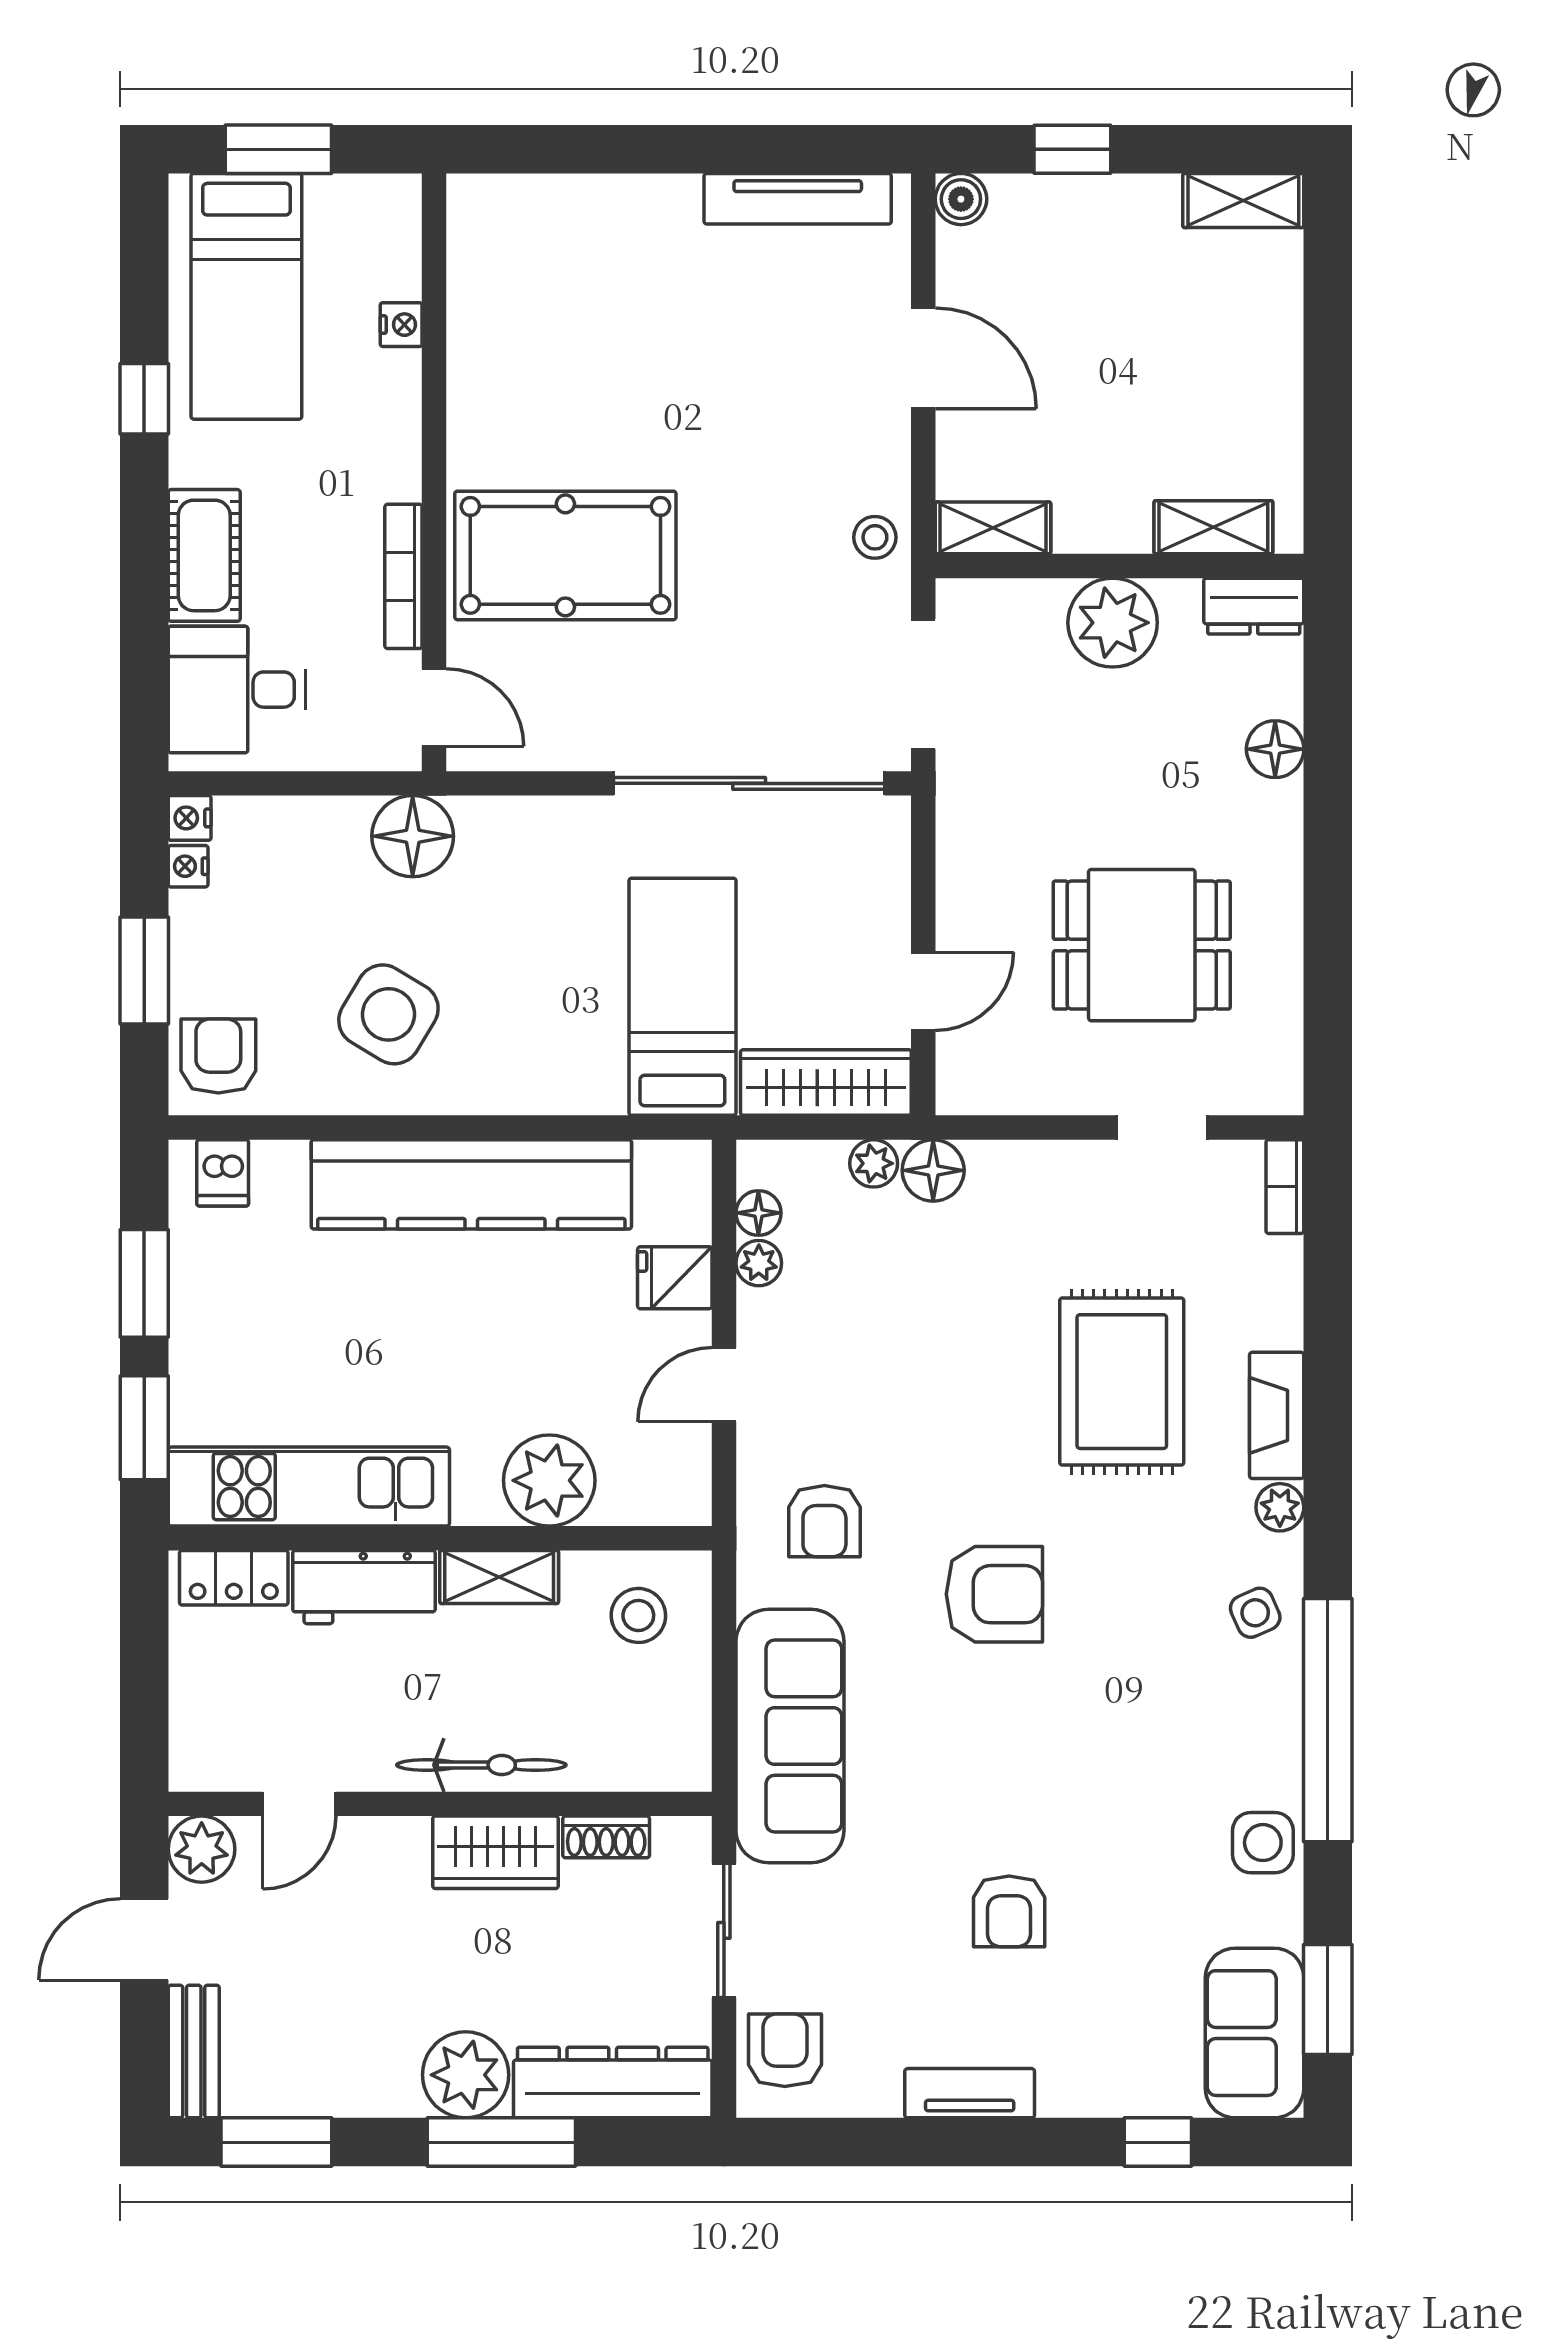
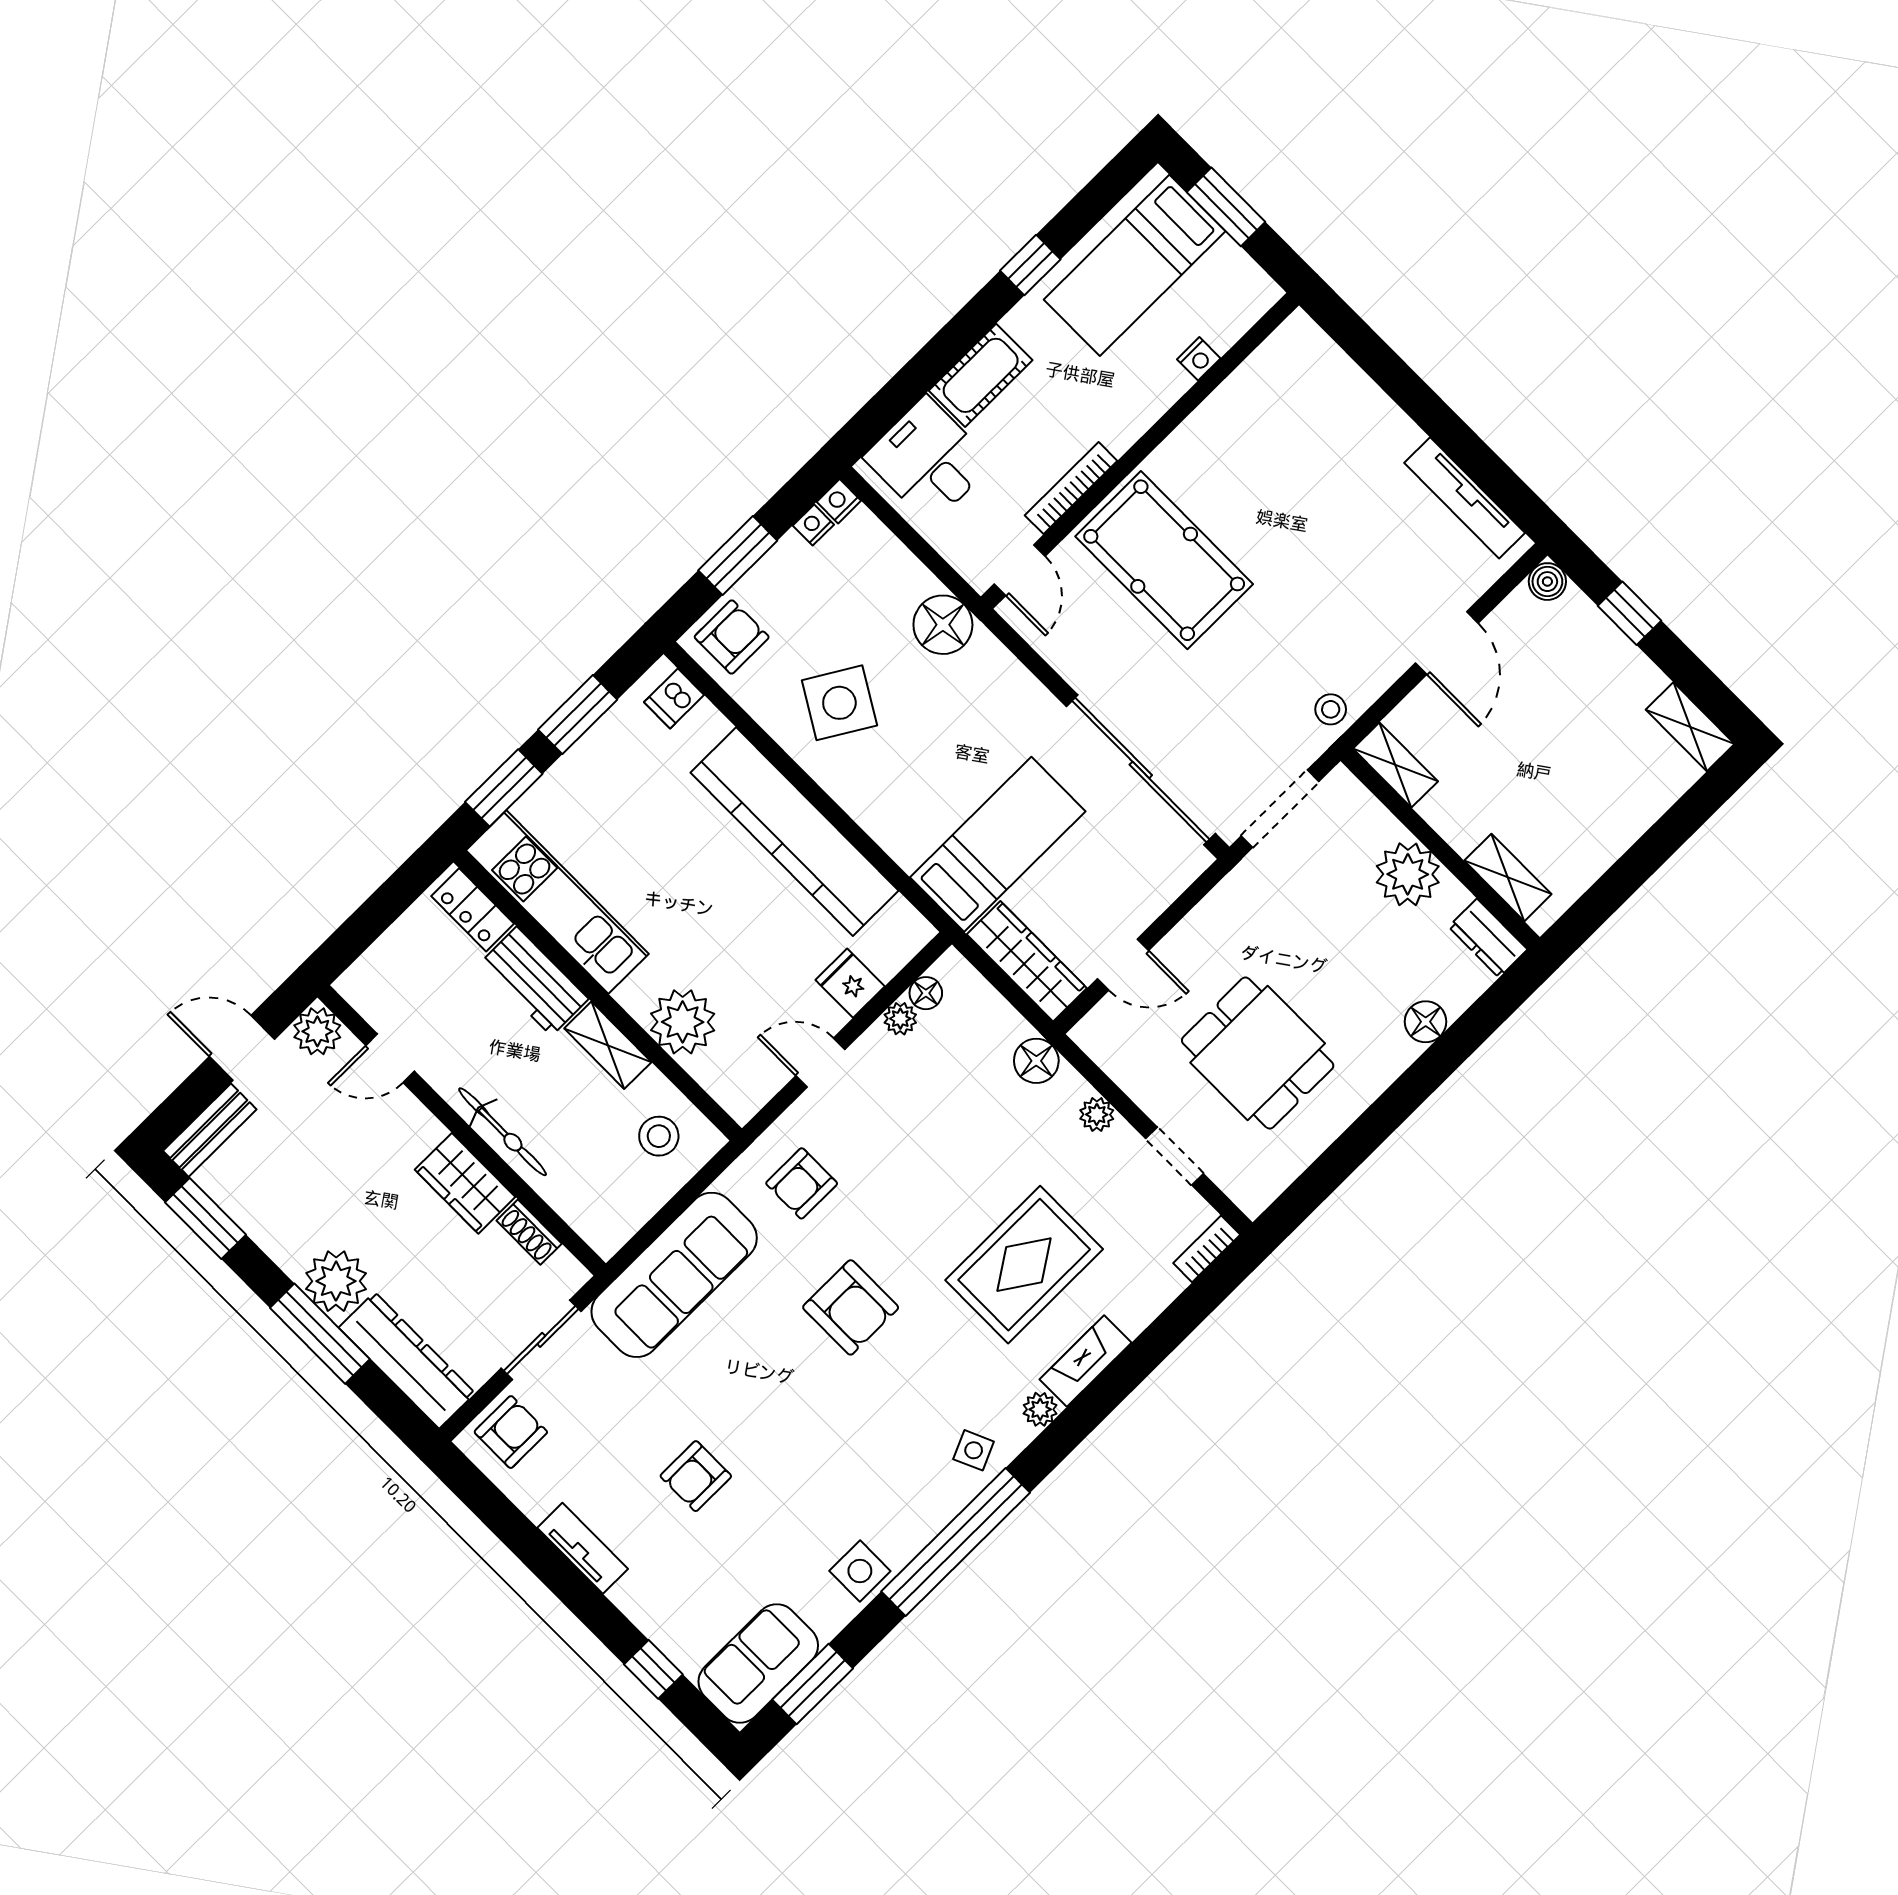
plant: (874, 1163) -> (1097, 1115), moved

